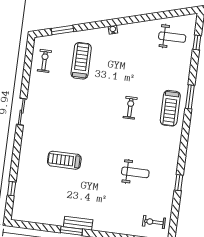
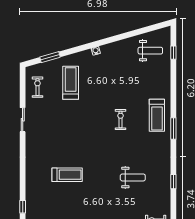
window: (190, 97) -> (173, 128), moved
sliding door: (22, 112) -> (23, 120), moved
treadmill: (64, 160) -> (67, 175), turned 180

